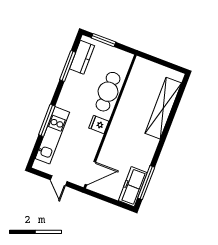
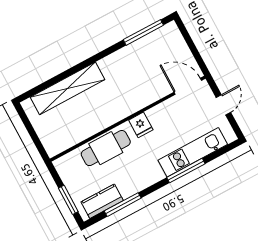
freezer: (133, 187) -> (159, 40), removed

